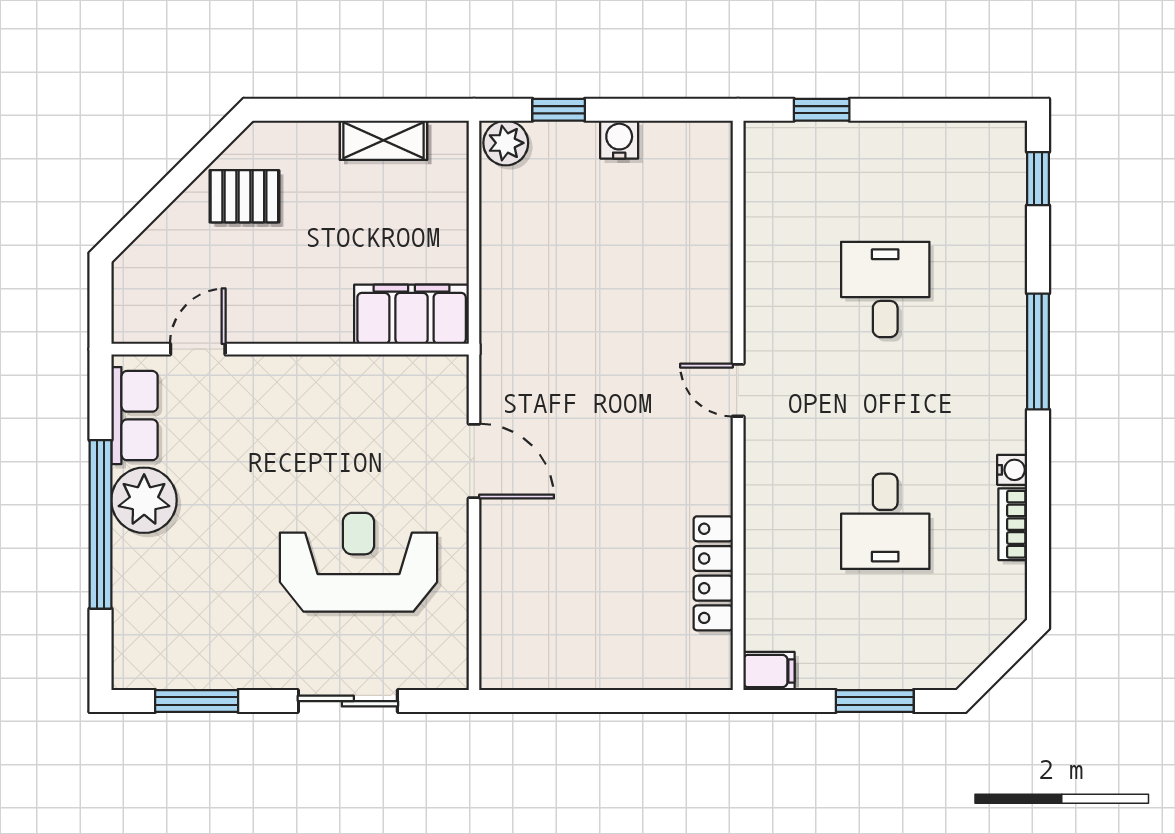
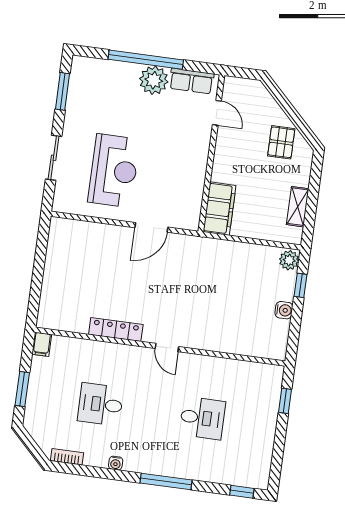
door: (738, 390) -> (167, 347), swing flipped
bookcase: (1013, 524) -> (67, 457), moved
locker: (713, 573) -> (116, 329), moved

